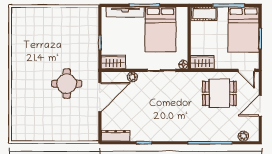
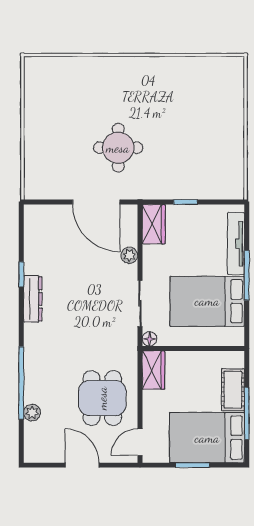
cot: (204, 14) -> (233, 390), moved
dresser: (116, 136) -> (33, 299), moved
plant: (243, 136) -> (32, 413), moved

